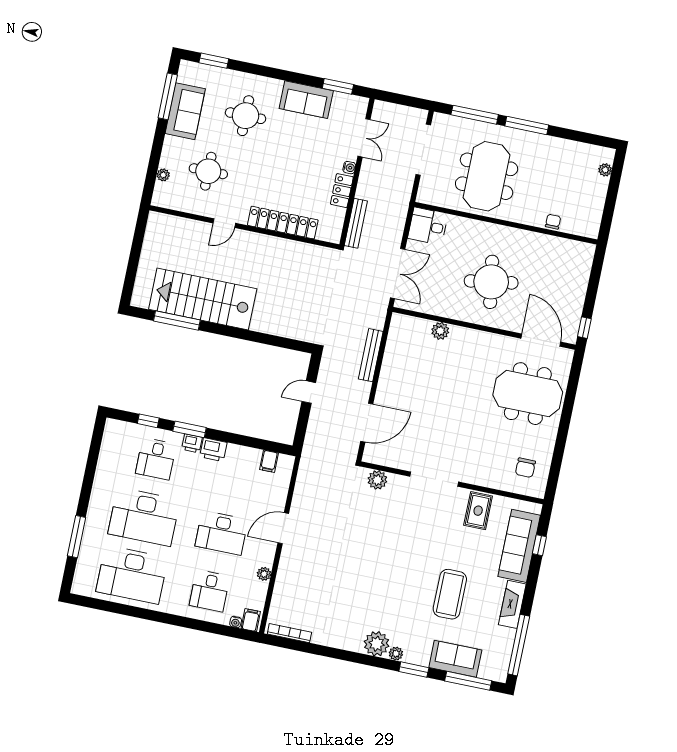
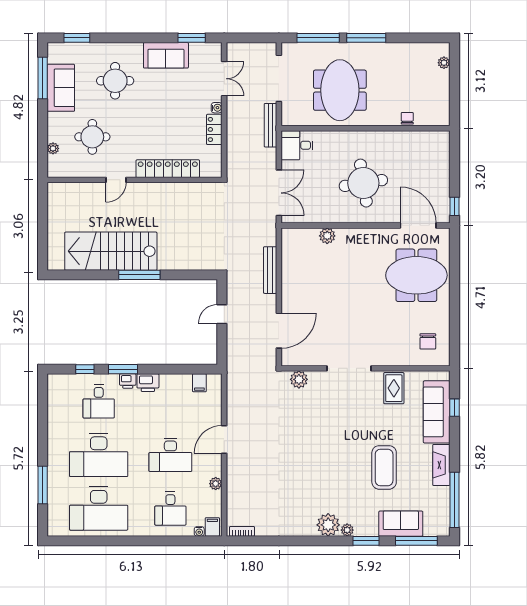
bench: (356, 223) -> (270, 125), moved
window: (177, 320) -> (139, 275), moved
bookcase: (289, 633) -> (242, 531), width x0.64

